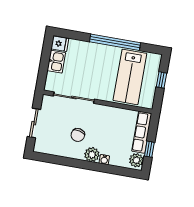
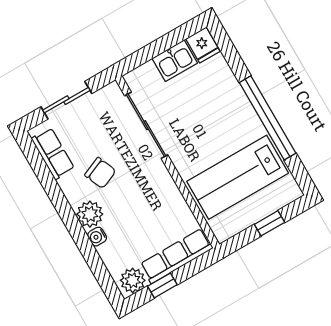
chair: (78, 135) -> (100, 173), turned -127
row of seats: (52, 148) -> (53, 154), added

